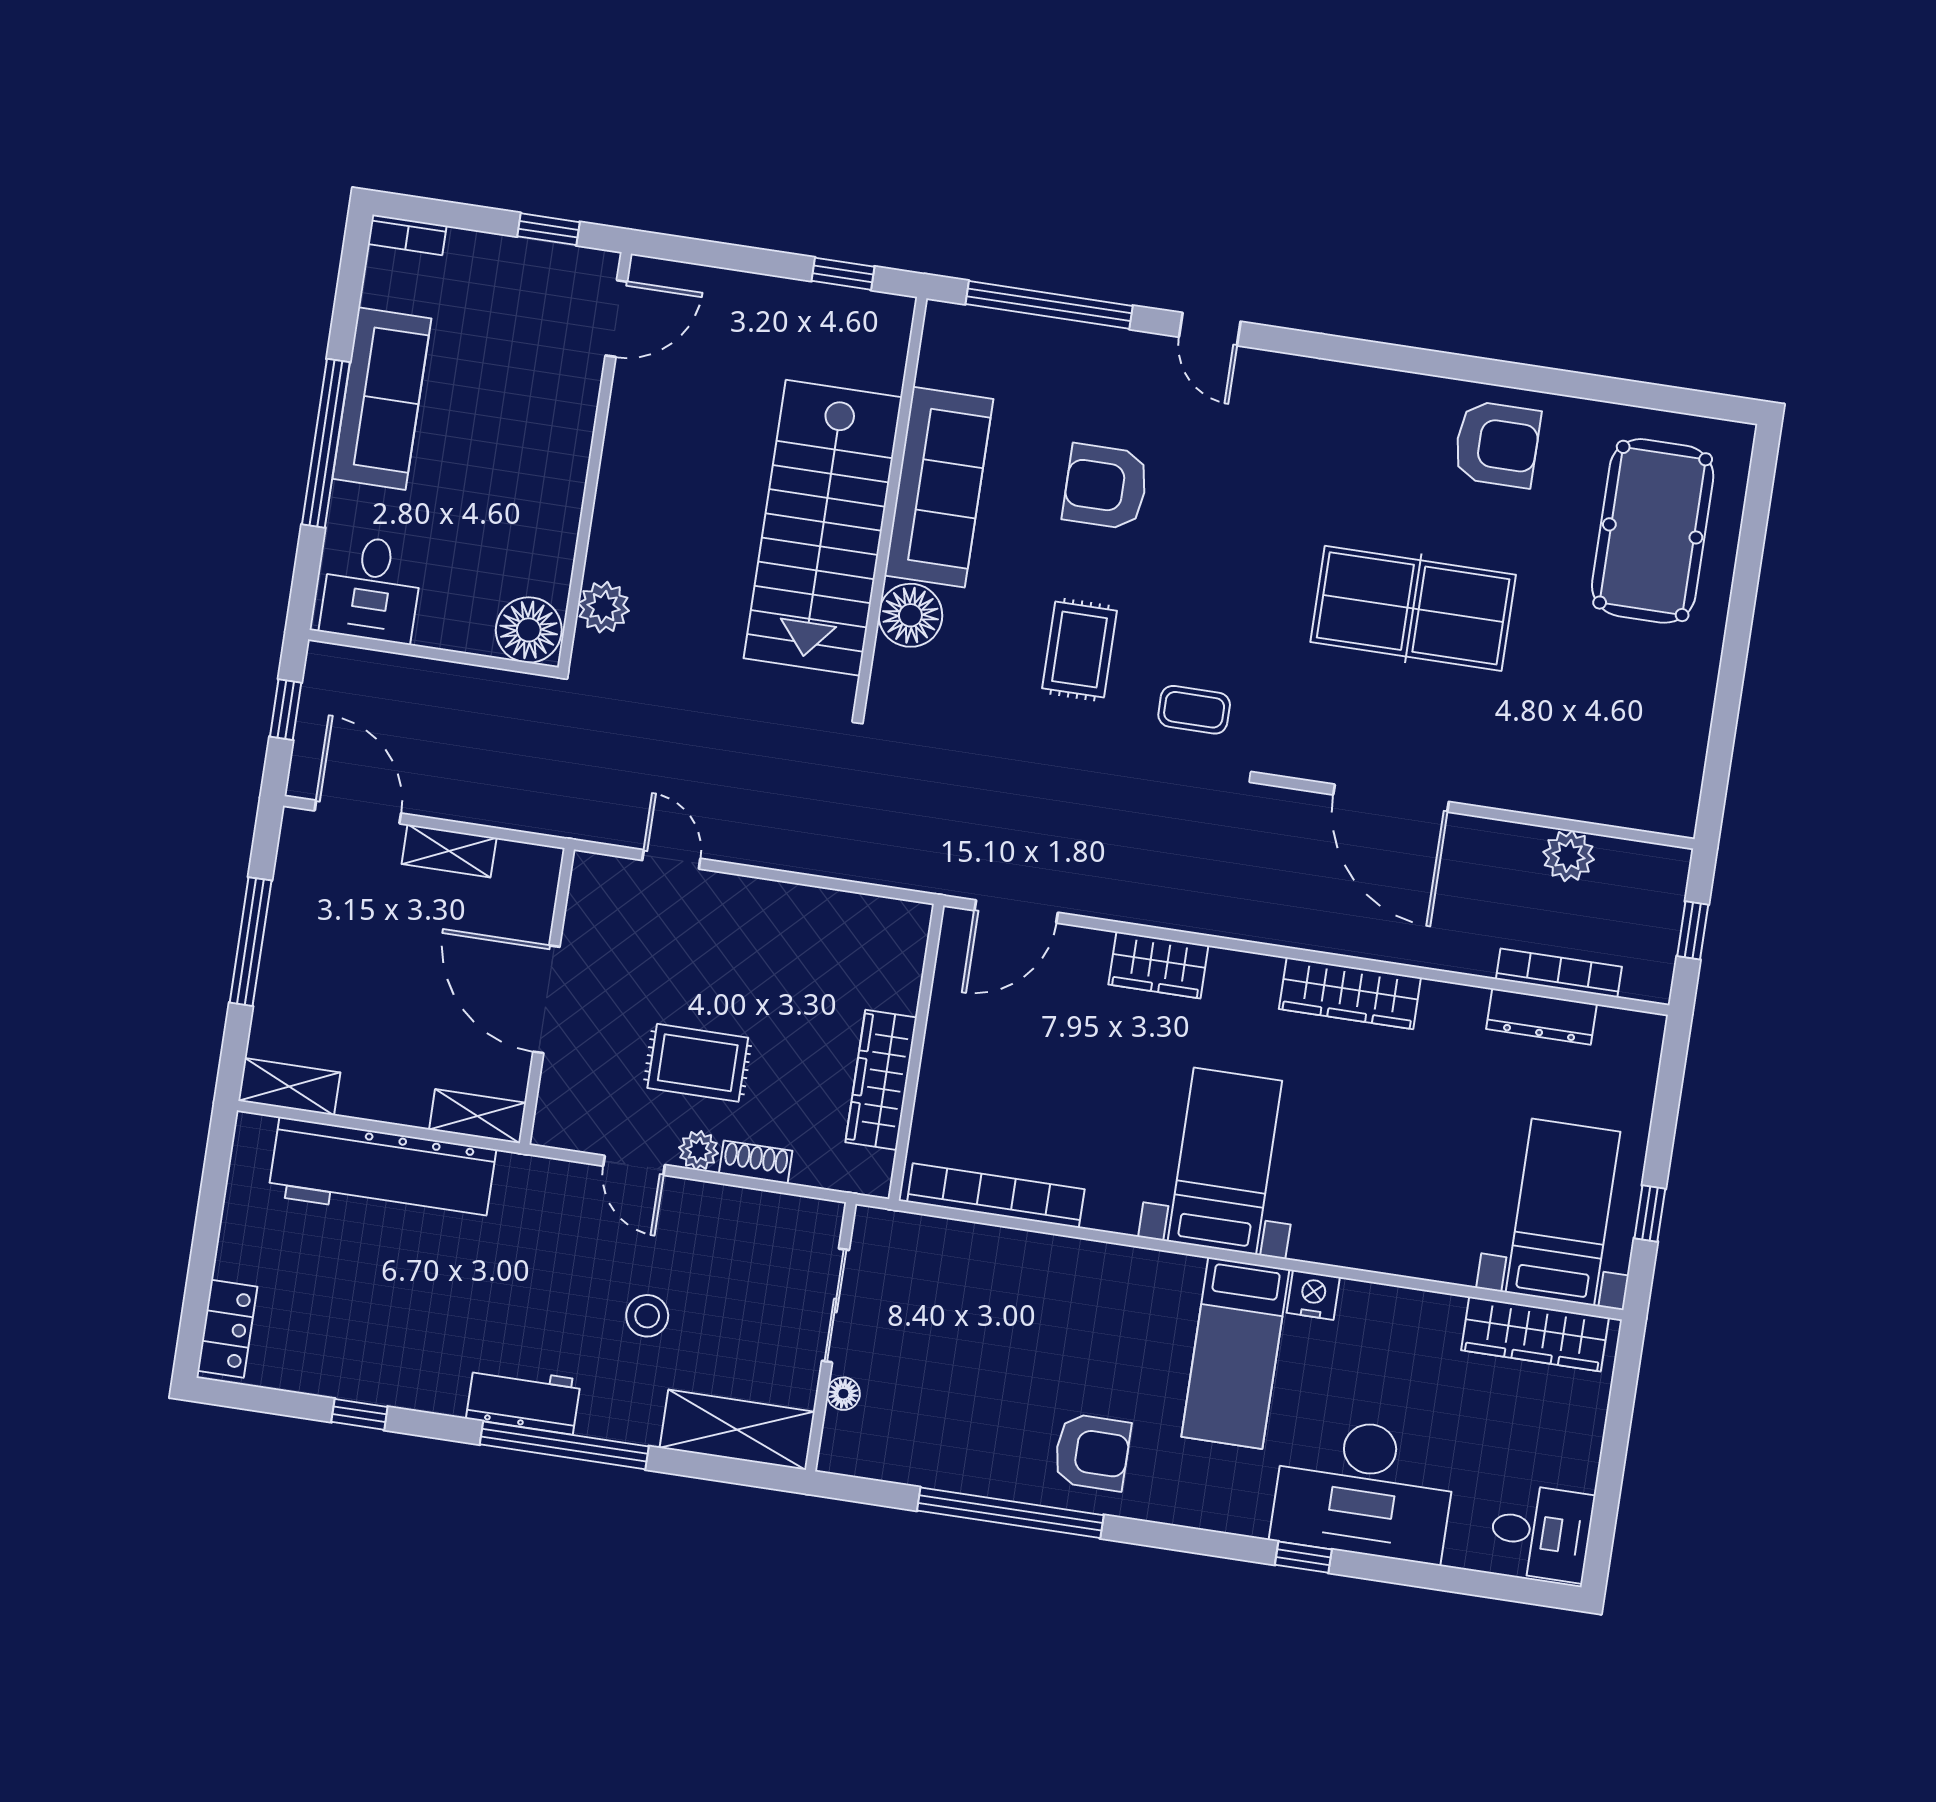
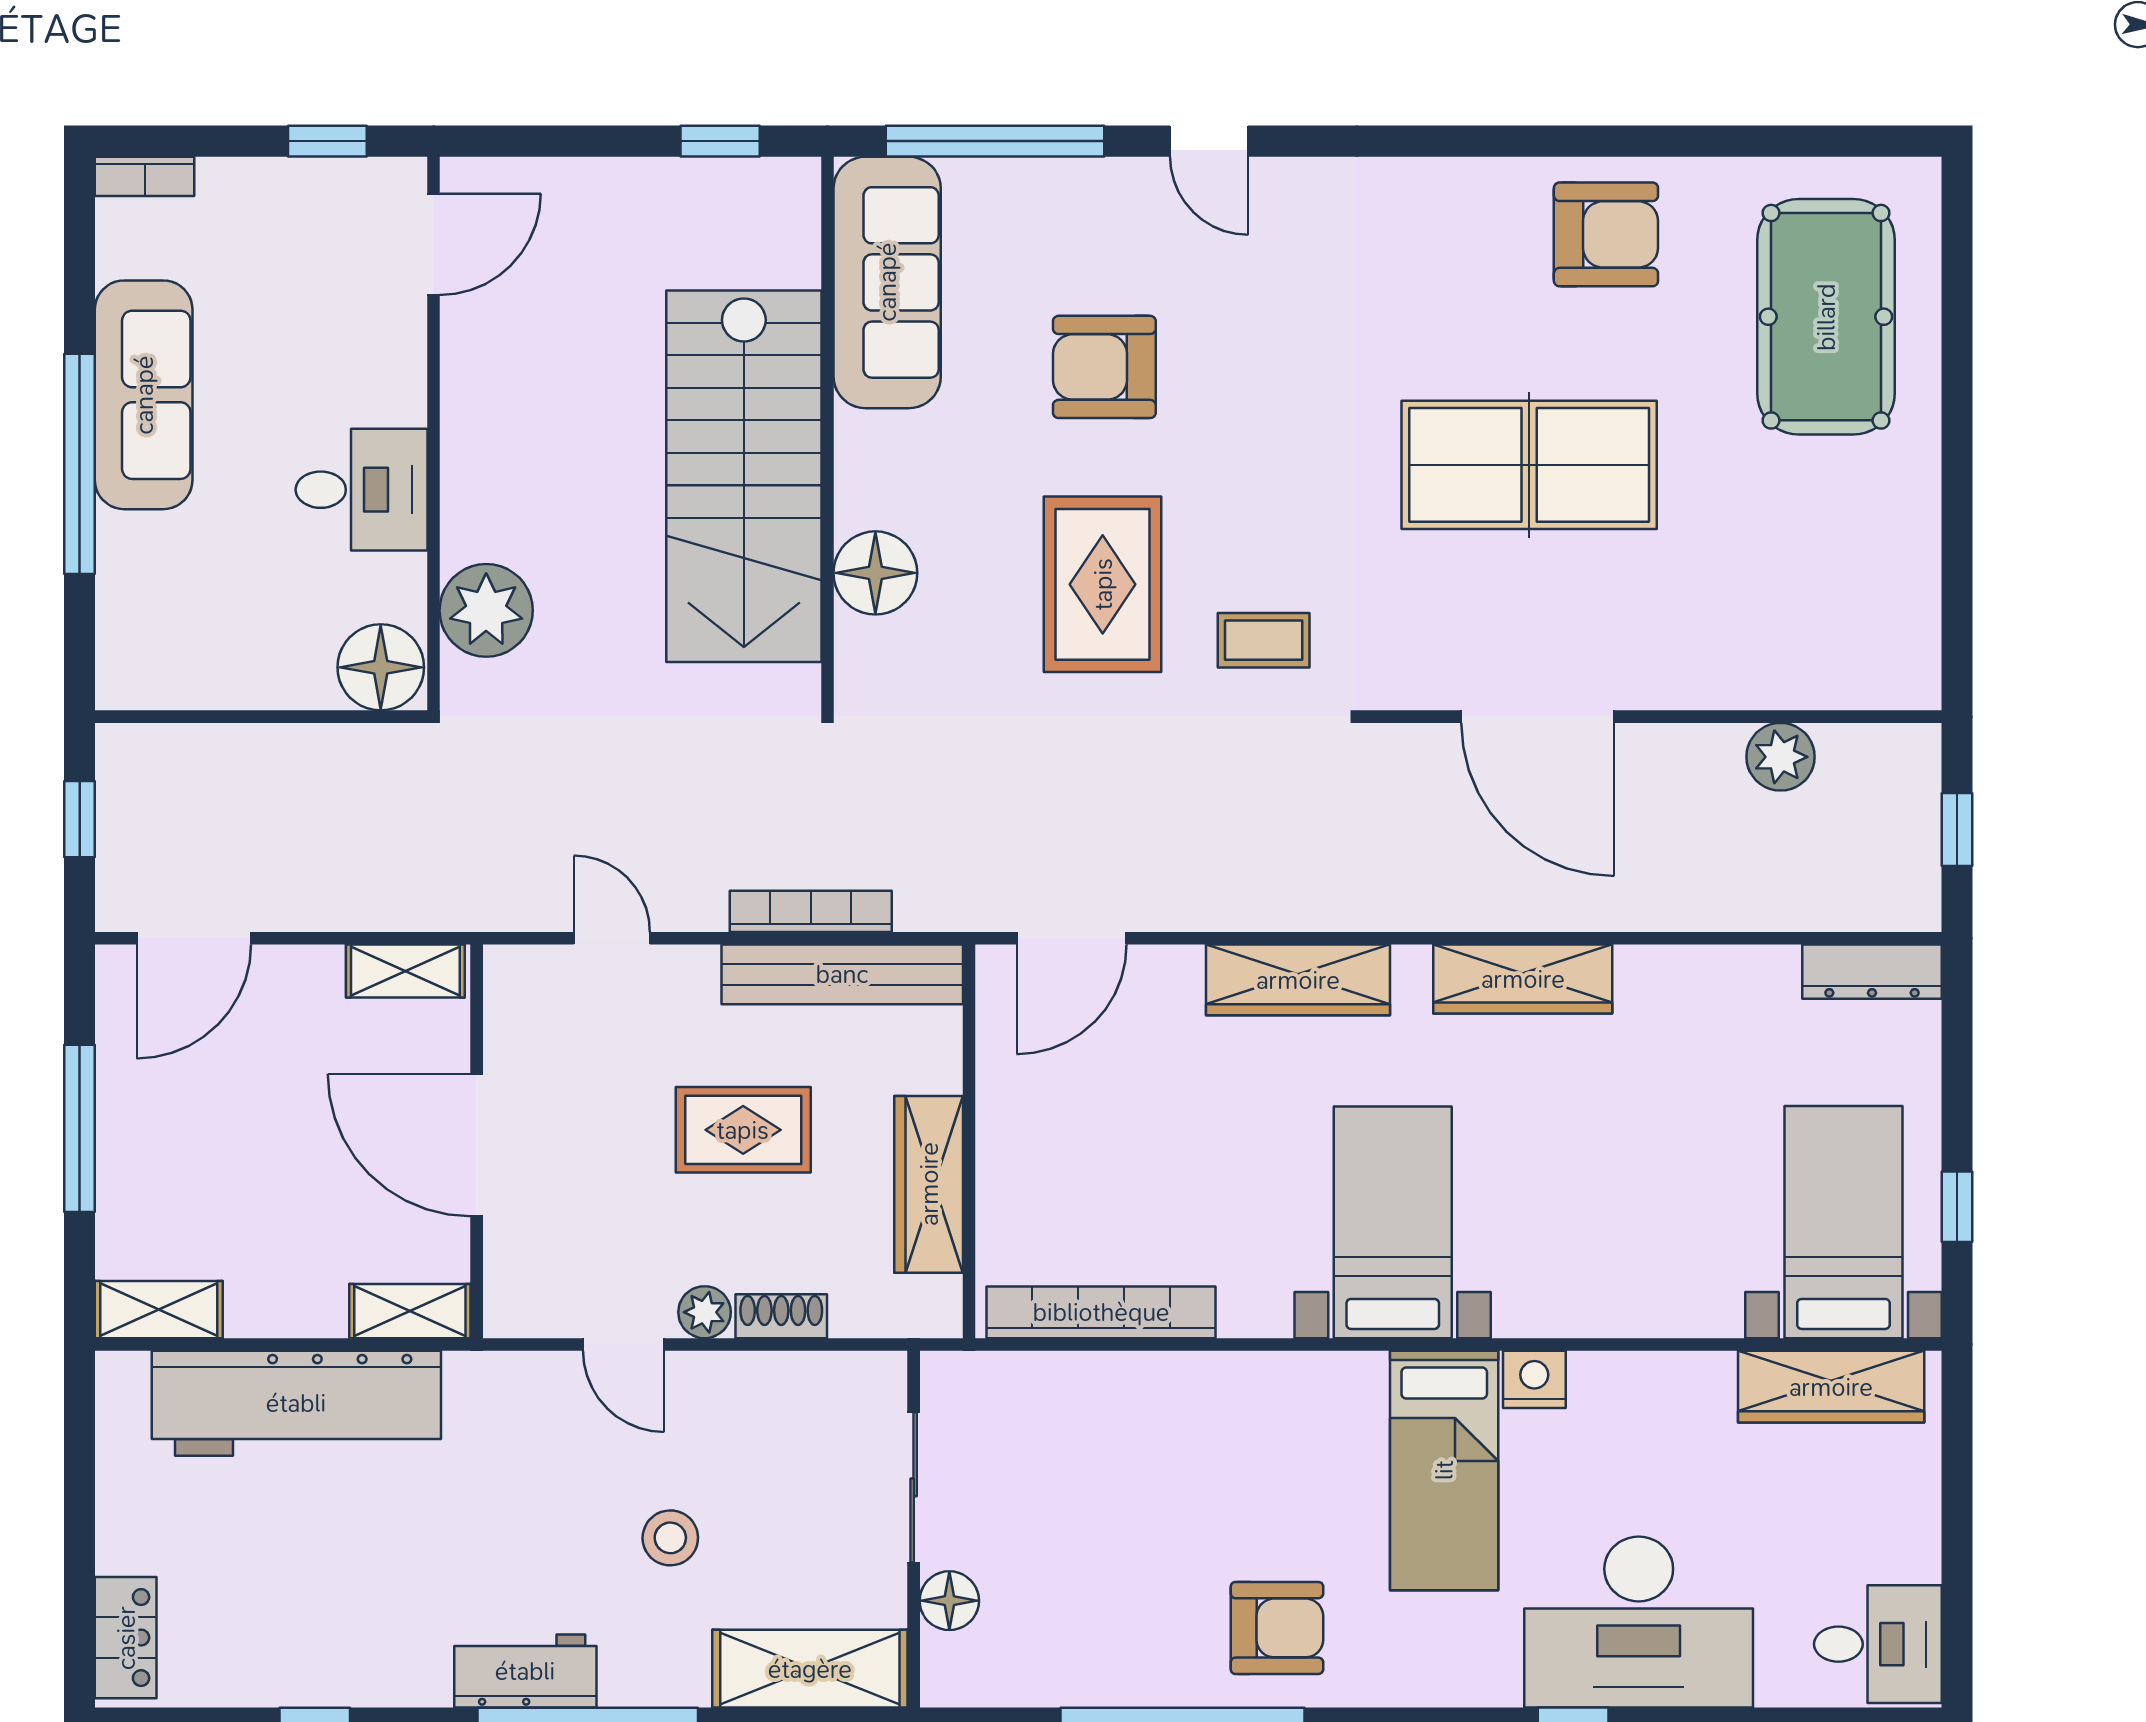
sofa: (939, 487) -> (887, 282), moved
desk: (372, 589) -> (362, 490), moved, turned -90
plant: (604, 607) -> (486, 610), width x1.36, depth x1.36
rug: (1080, 650) -> (1103, 584), width x1.36, depth x1.43
door: (358, 812) -> (194, 938), swing flipped
shelving: (449, 851) -> (405, 971), moved
bench: (840, 913) -> (842, 974), added
wardrobe: (1158, 965) -> (1298, 980), width x1.50
bookcase: (1559, 973) -> (811, 911), moved
dresser: (1541, 1017) -> (1872, 972), moved
rug: (698, 1063) -> (743, 1130), moved
floor lamp: (843, 1394) -> (949, 1601), width x1.37, depth x1.37

